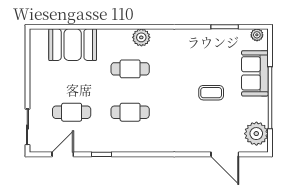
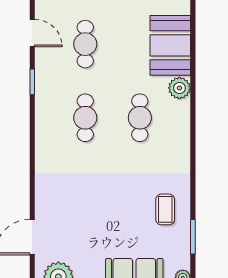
plant: (141, 37) -> (179, 88), moved
coffee table: (211, 93) -> (165, 209), moved

